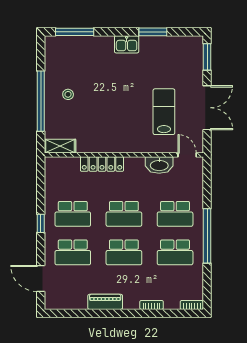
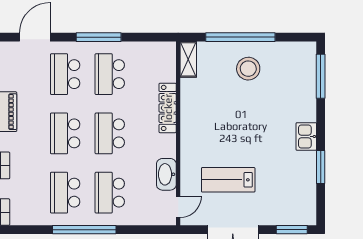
stool: (68, 94) -> (248, 69), width x1.89, depth x1.89
lab bench: (164, 112) -> (228, 180), turned 180
window: (41, 223) -> (99, 37), width x2.17

